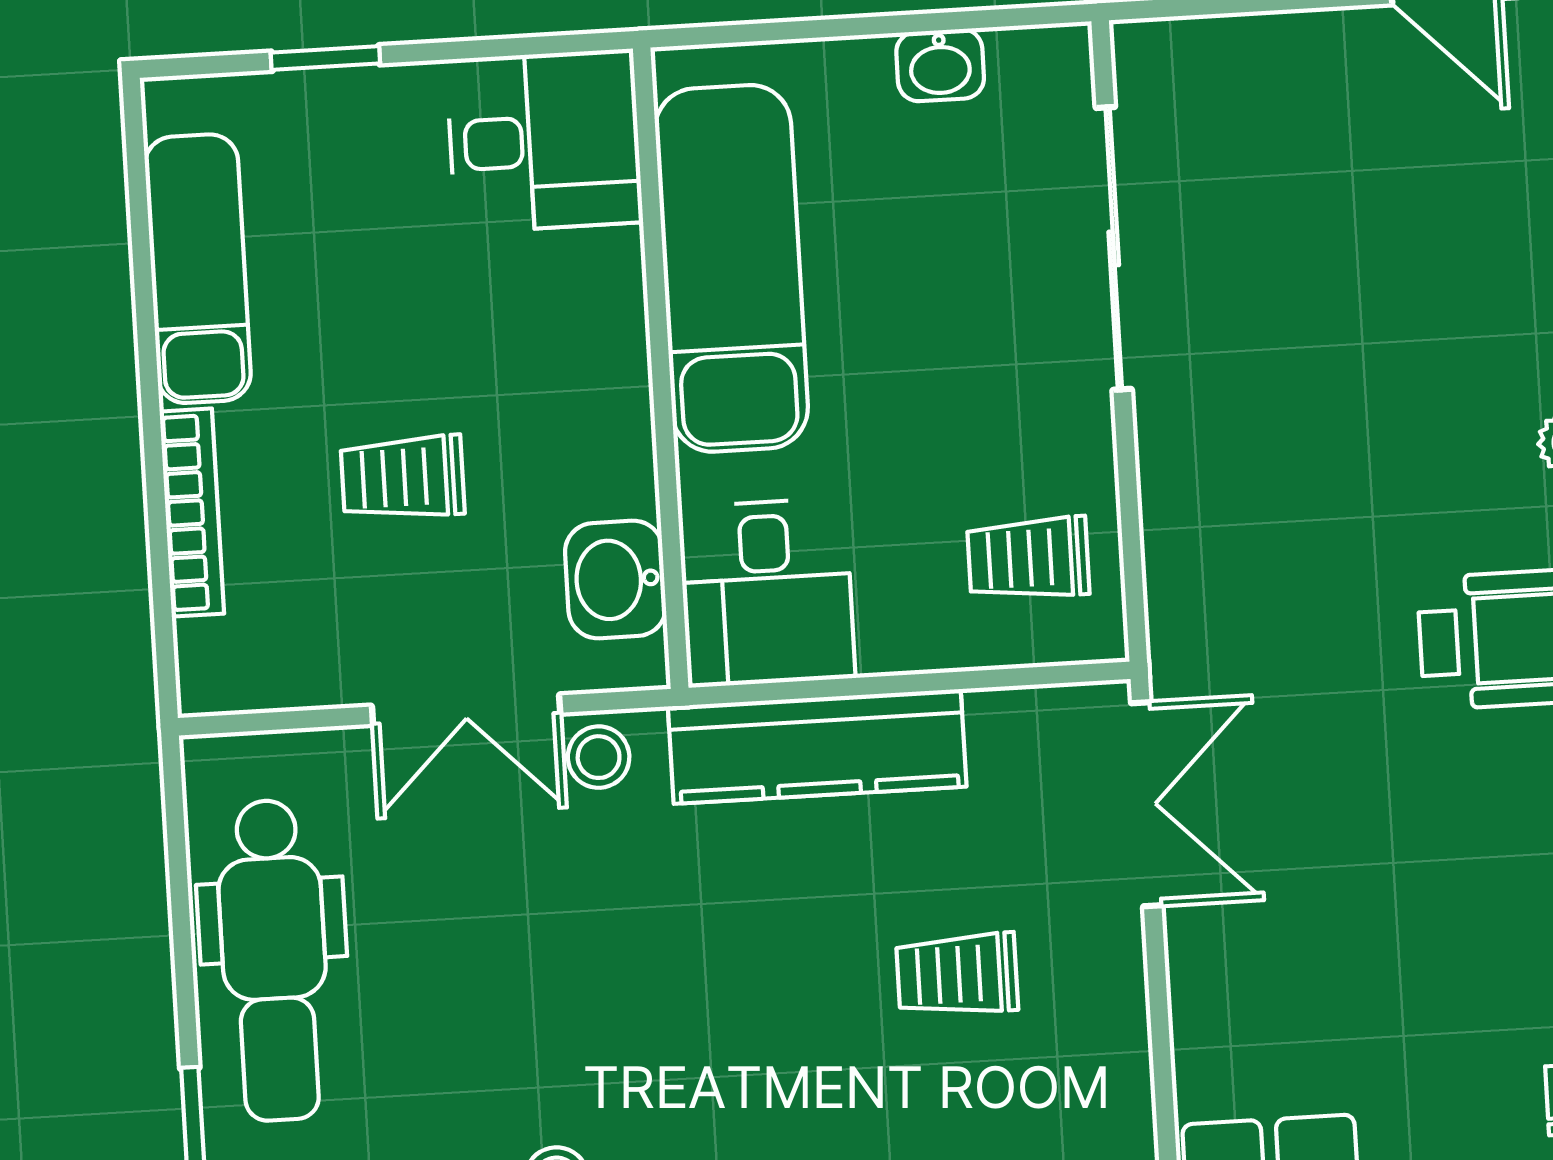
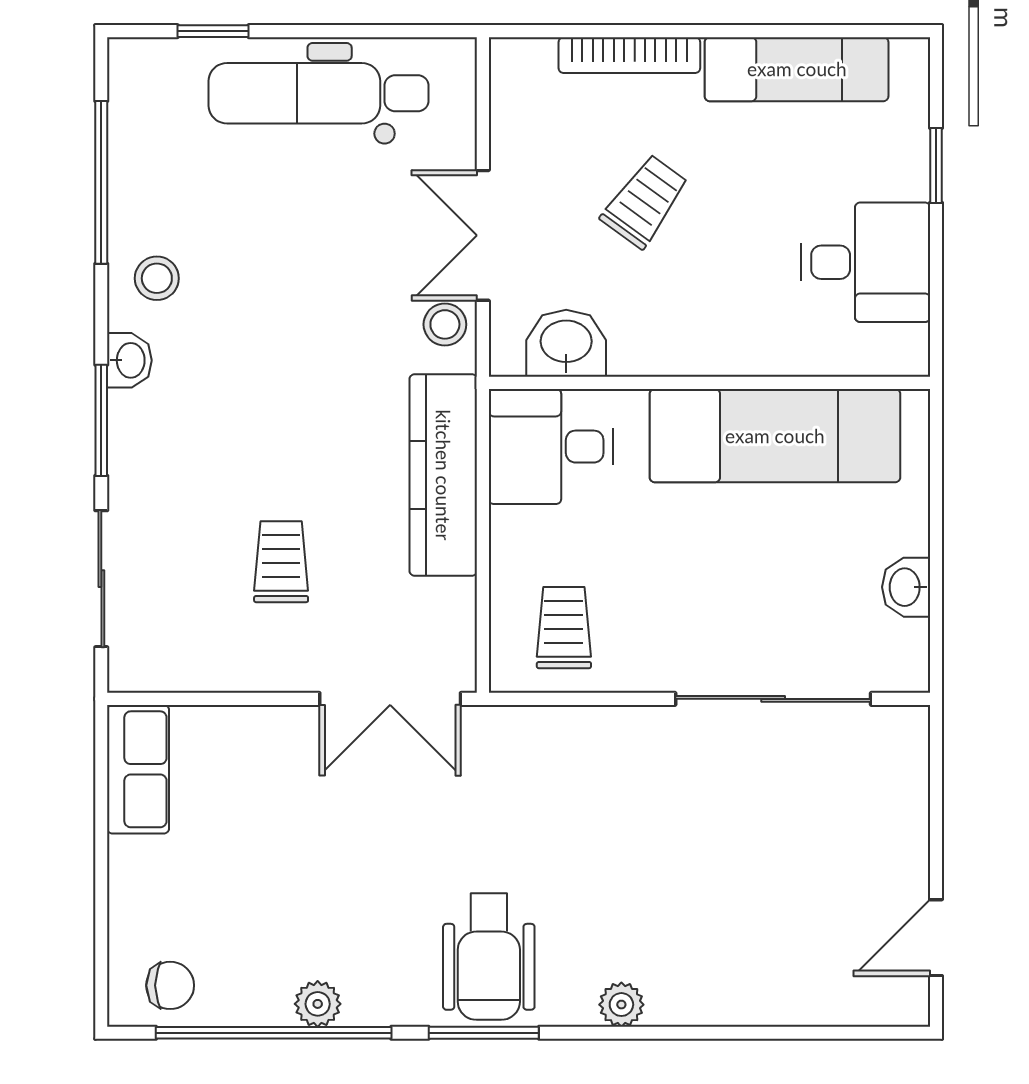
desk: (544, 141) -> (865, 262), moved, turned -90
trolley: (403, 477) -> (645, 201), turned 36

